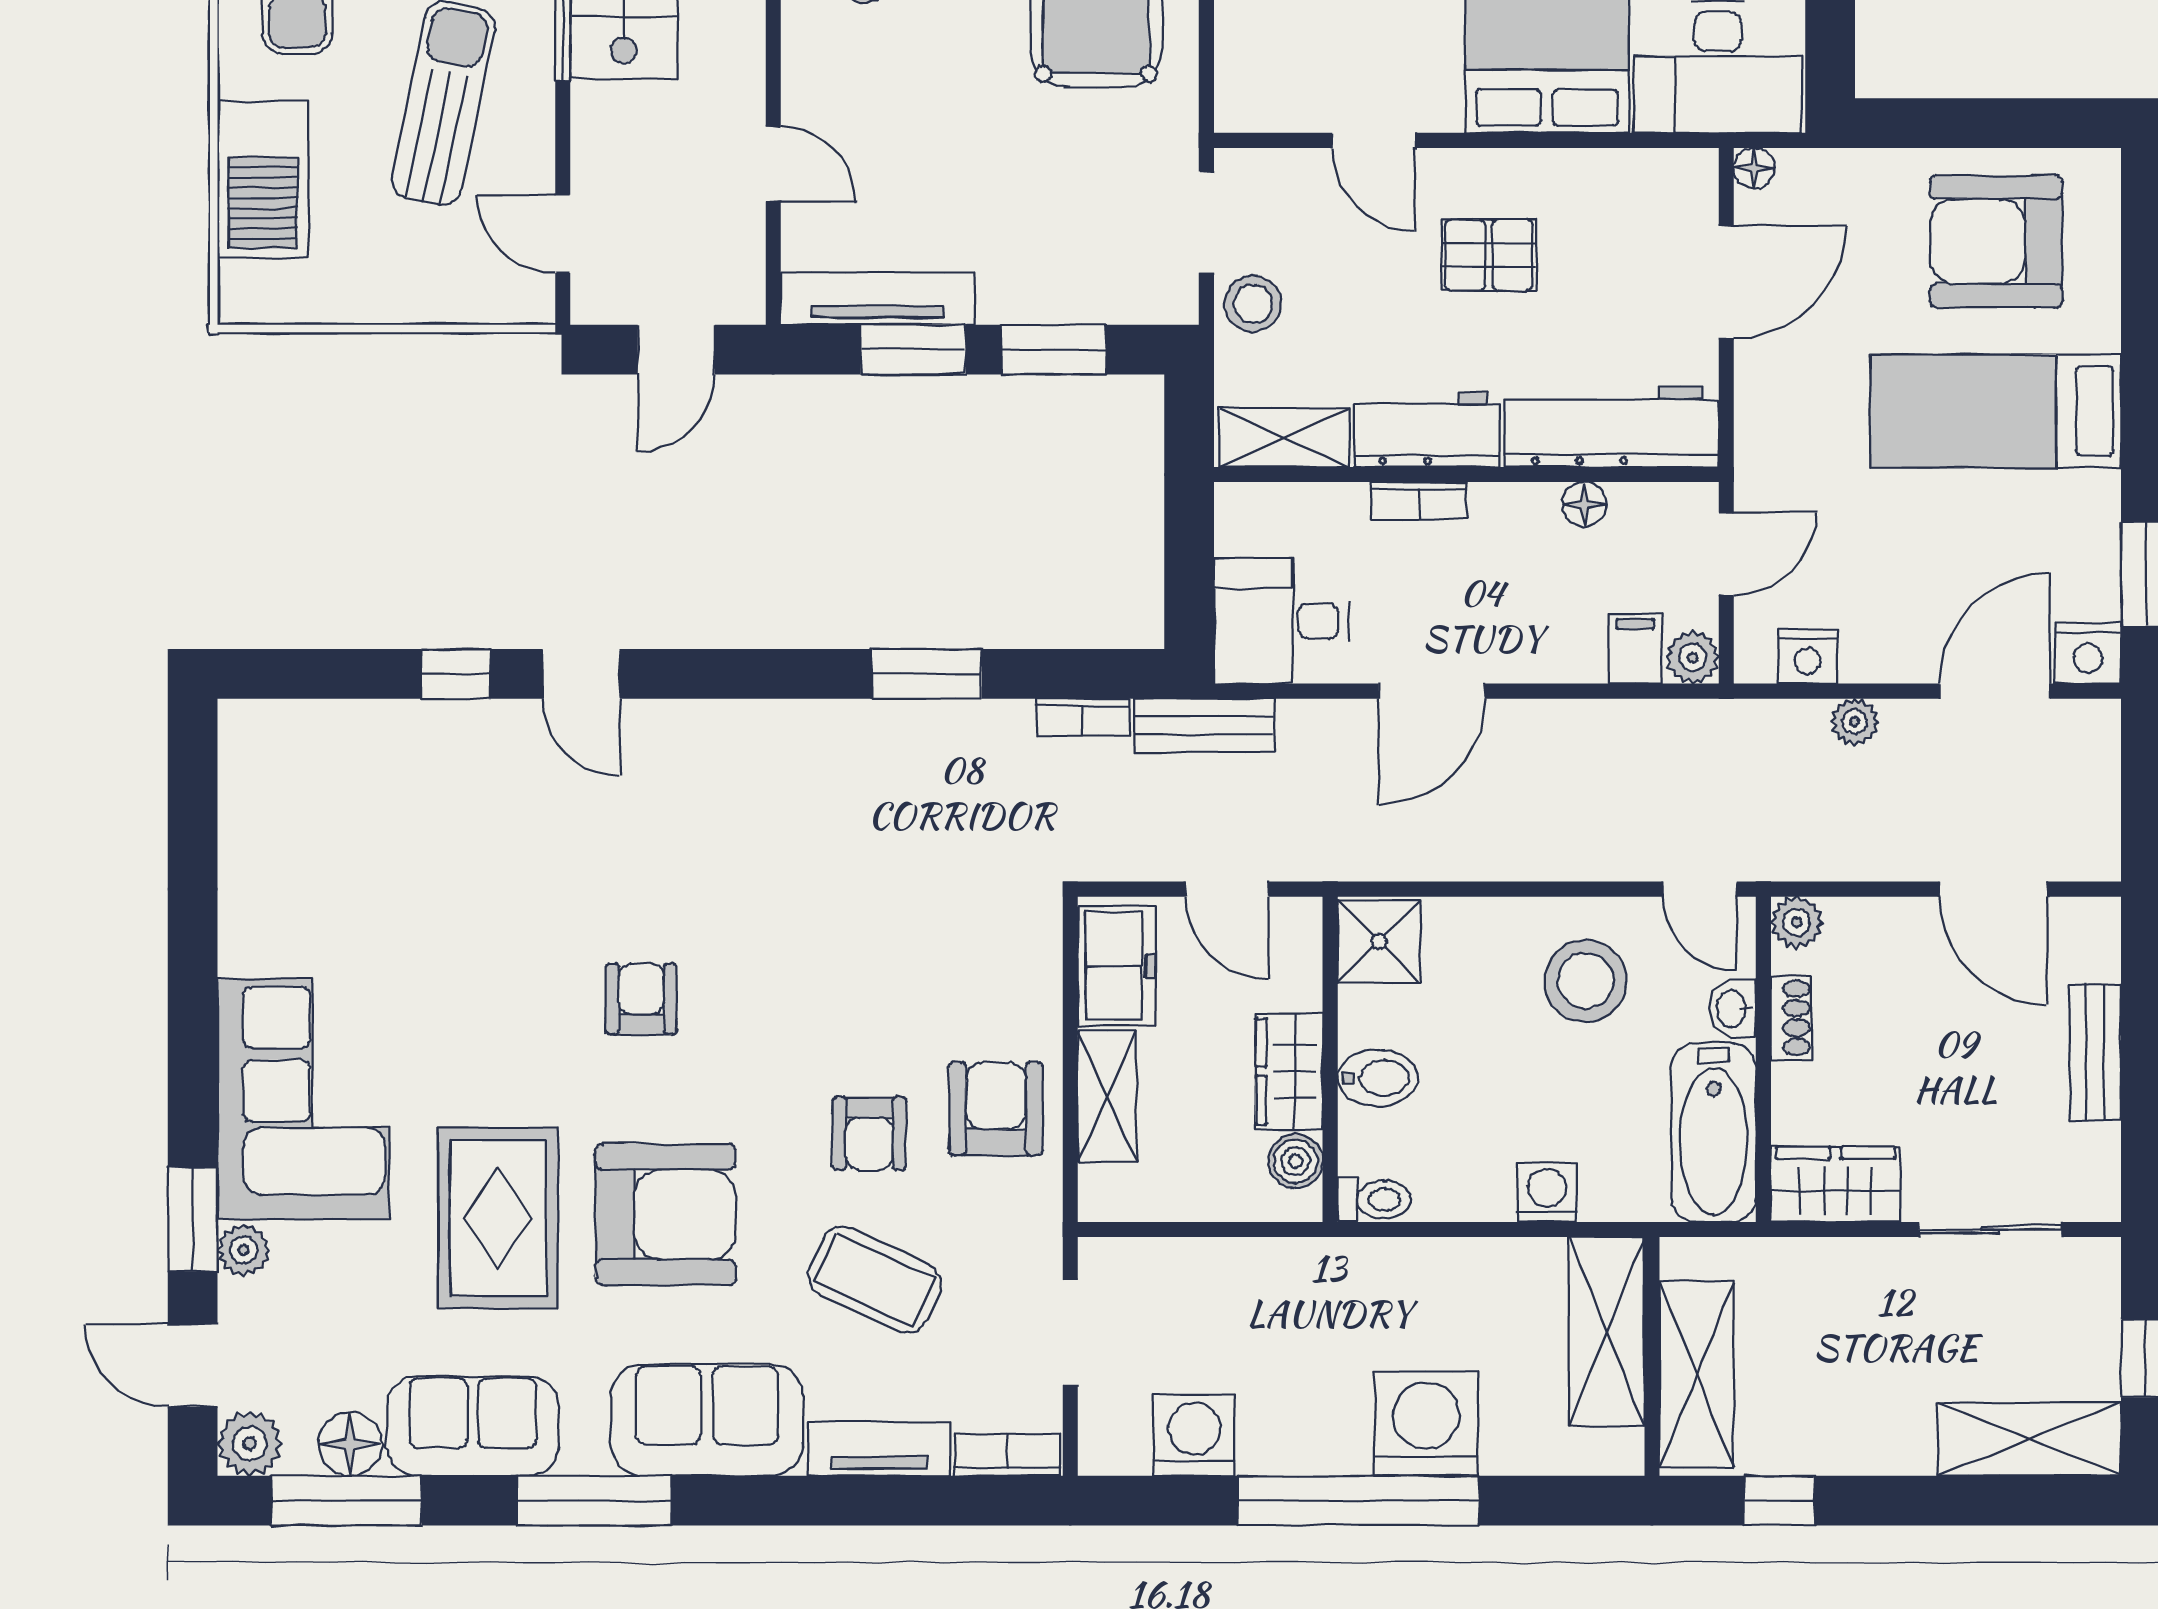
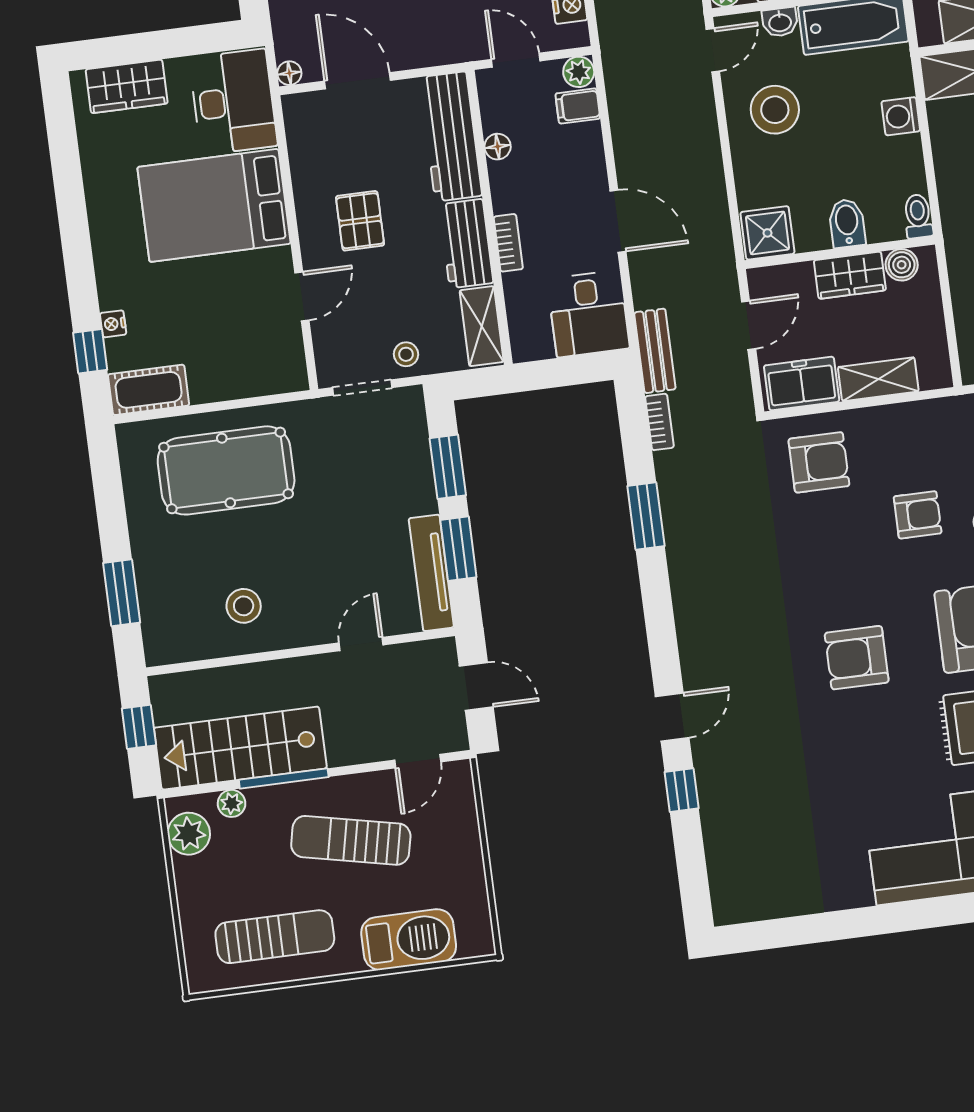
stool: (1253, 304) -> (406, 354), width x0.73, depth x0.73
armchair: (641, 999) -> (857, 658), width x1.38, depth x1.38
armchair: (996, 1109) -> (819, 462), moved, turned 180

